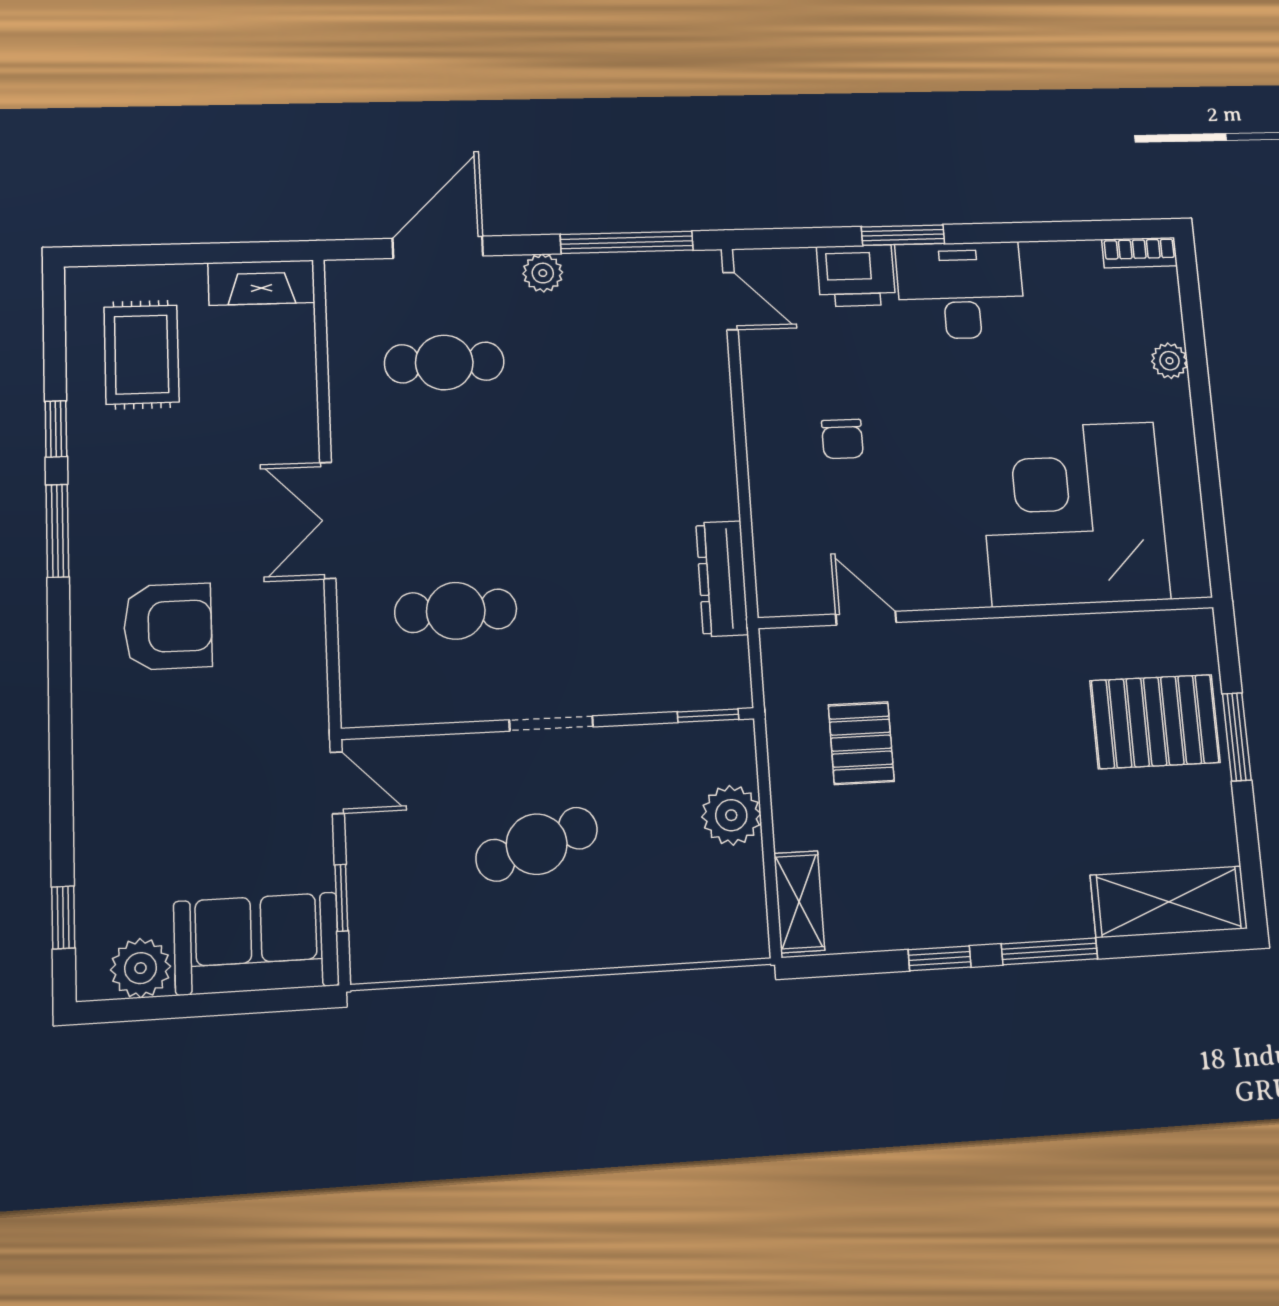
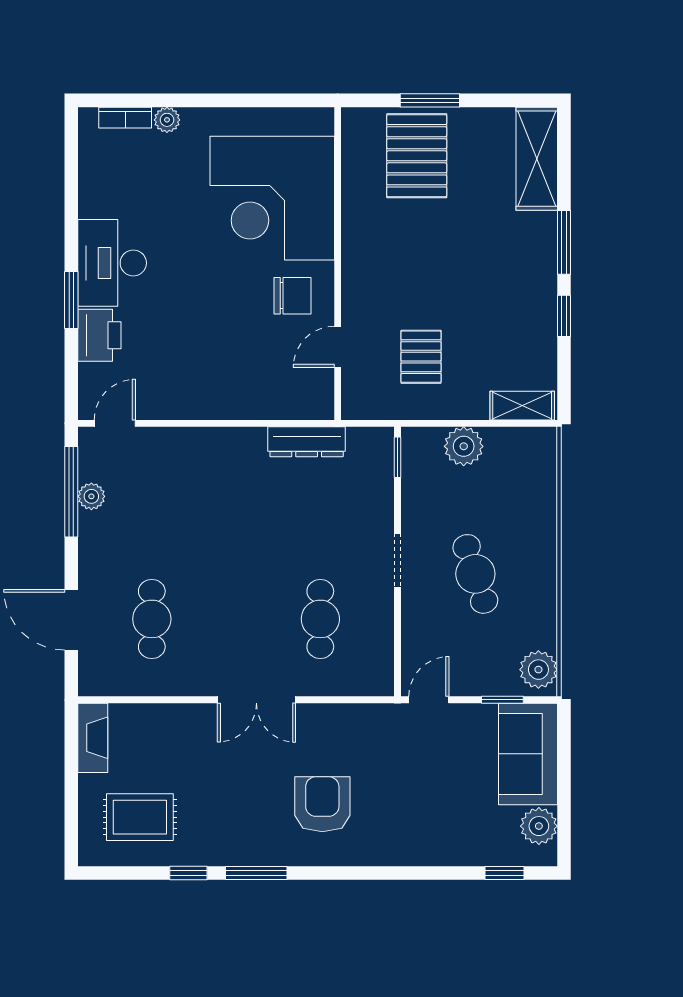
bookcase: (1140, 253) -> (125, 118), moved, turned 90
plant: (543, 273) -> (91, 496), moved
chair: (842, 439) -> (293, 296), moved, width x1.37, depth x1.37
pallet: (861, 743) -> (421, 357), turned 90
plant: (392, 952) -> (538, 670), added

